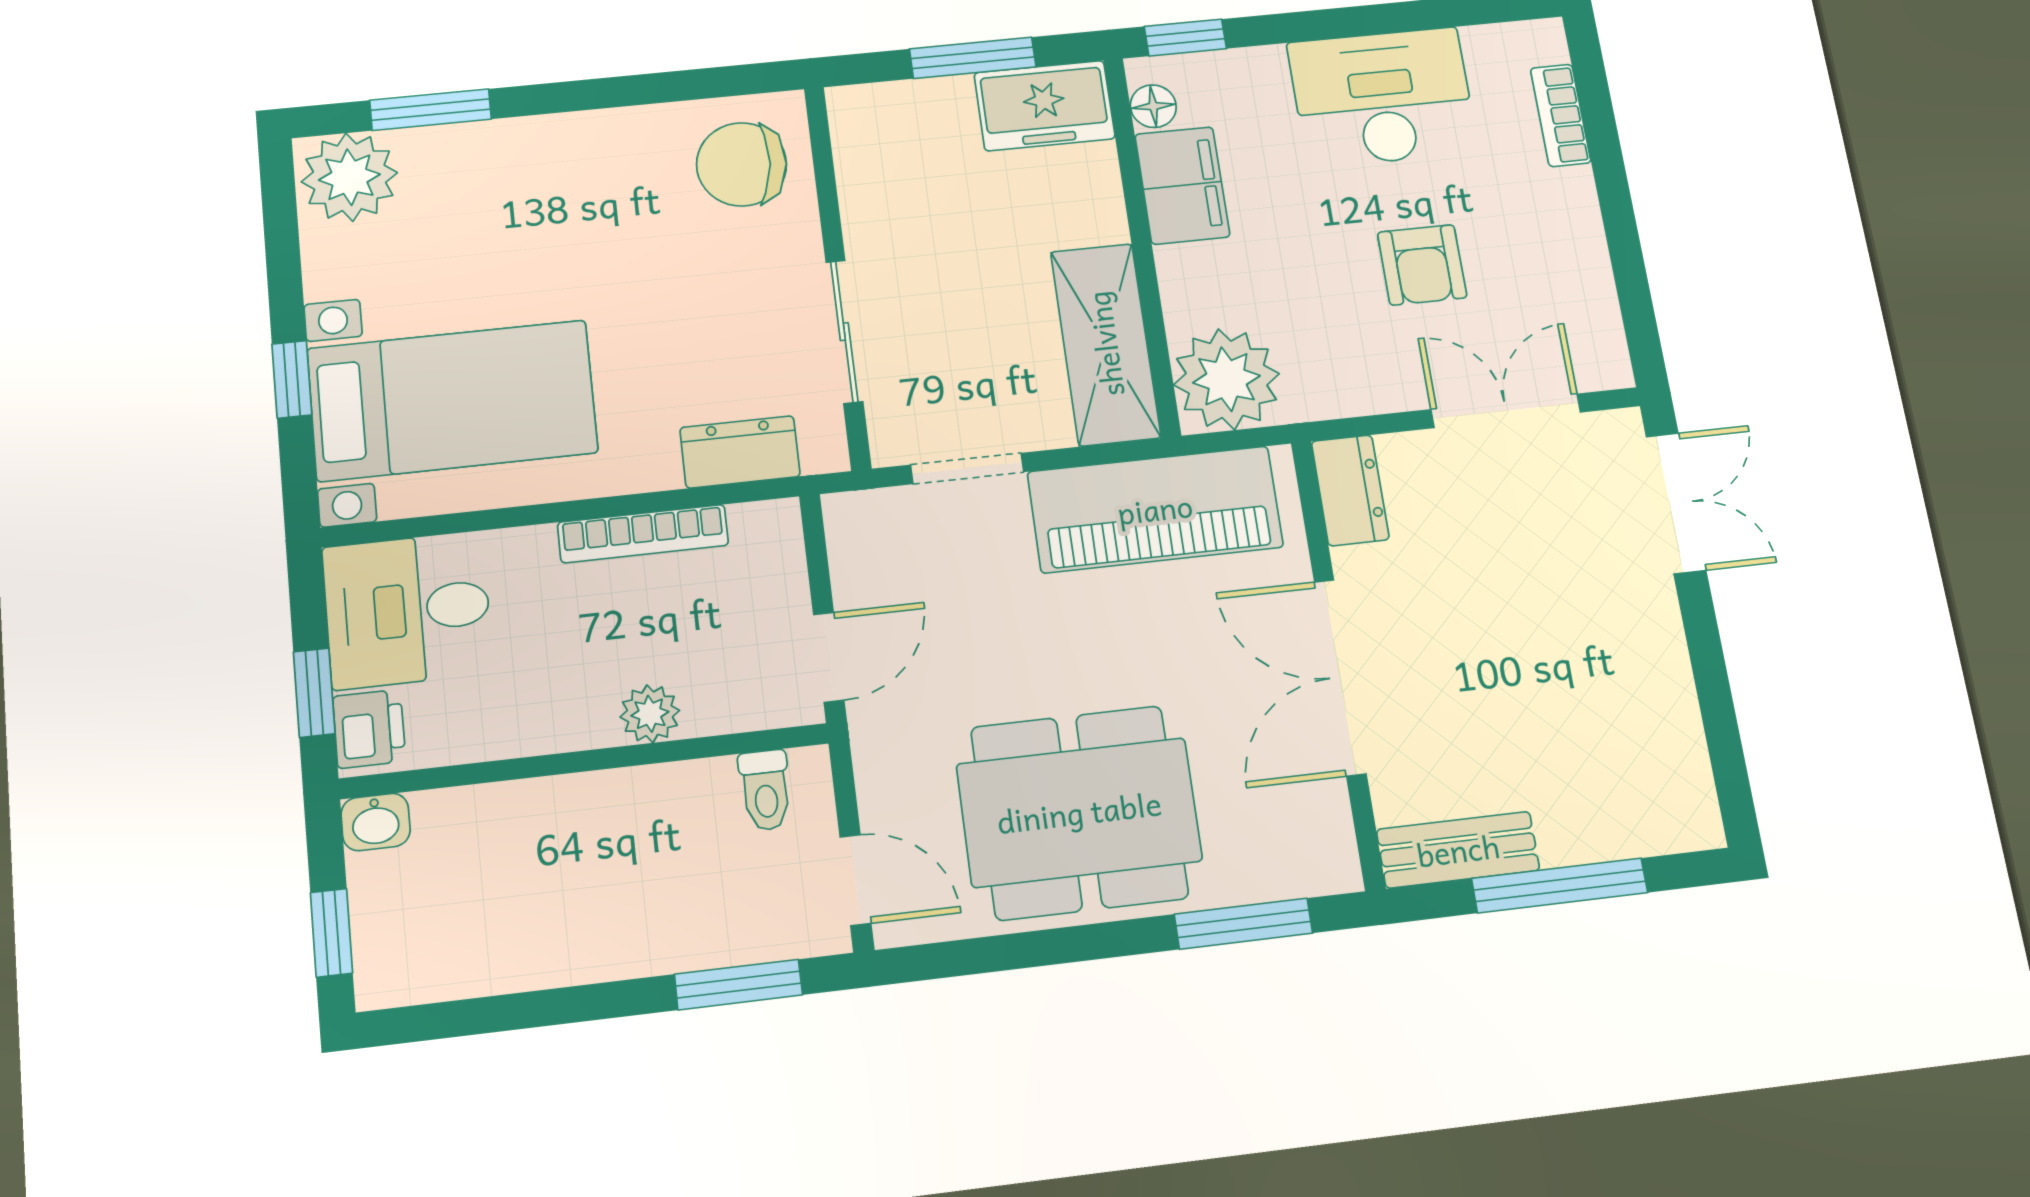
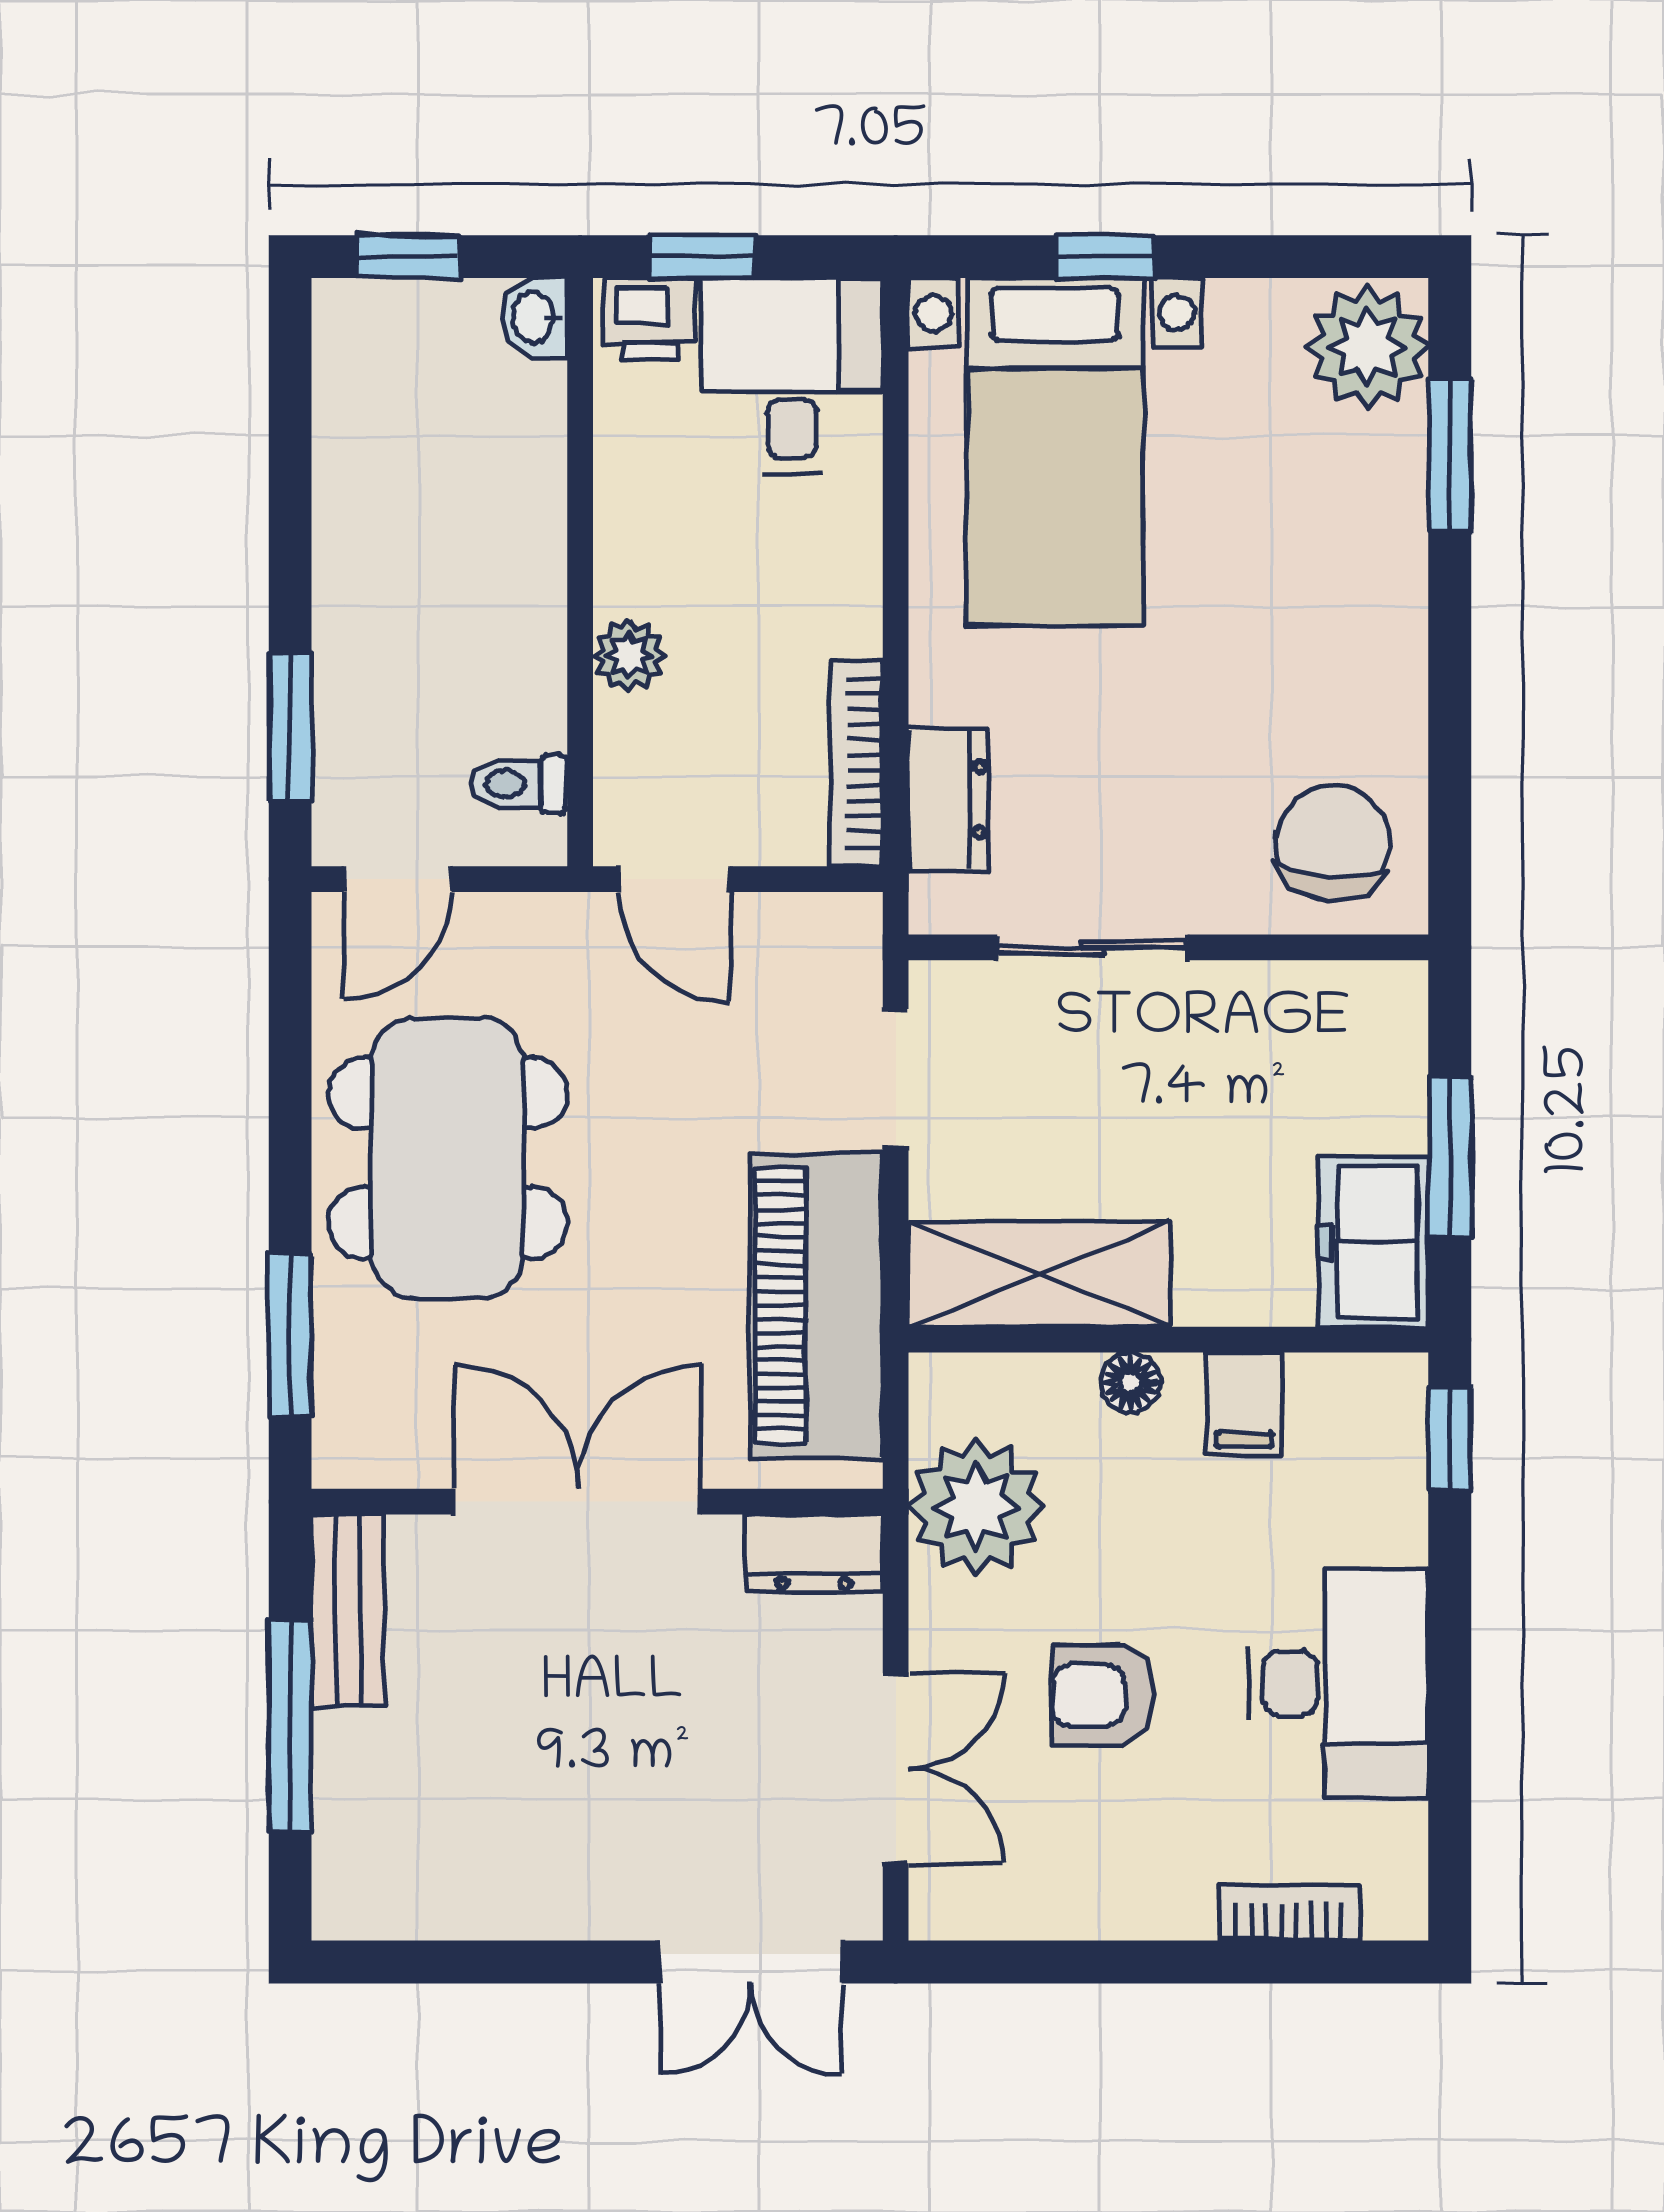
floor lamp: (1153, 106) -> (1130, 1382), moved
filing cabinet: (1182, 185) -> (1244, 1404), width x0.50
plant: (1226, 379) -> (976, 1507), moved
bookcase: (643, 534) -> (856, 763), moved

